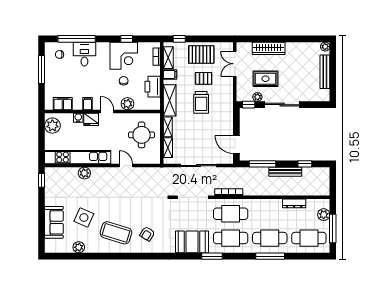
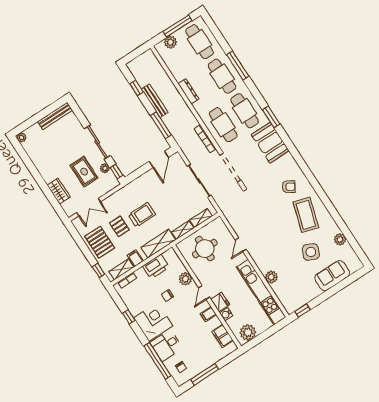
wardrobe: (269, 48) -> (59, 191), width x0.67
corner desk: (124, 56) -> (153, 322), moved
bench: (325, 72) -> (55, 116), moved
dresser: (294, 203) -> (188, 91), moved

